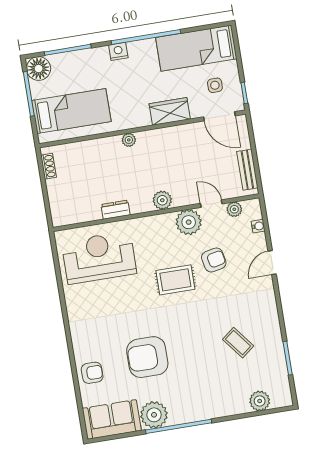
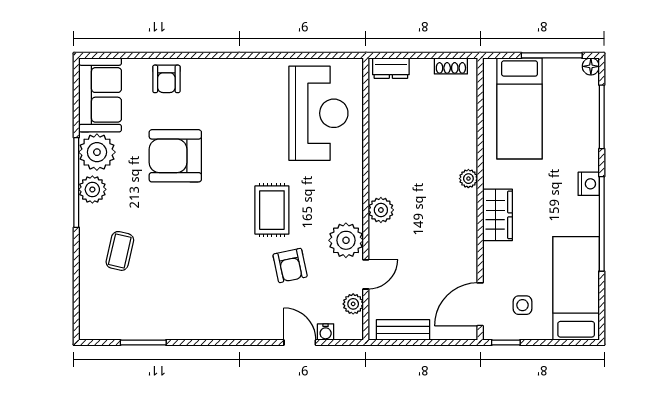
floor lamp: (39, 69) -> (591, 66), width x0.53, depth x0.53
wardrobe: (170, 111) -> (497, 215), moved
dresser: (116, 210) -> (391, 68), moved, turned 90
door: (272, 263) -> (300, 343), moved
coffee table: (238, 343) -> (120, 251), moved, turned -39
armchair: (147, 357) -> (175, 156), turned -90
plant: (260, 401) -> (92, 189), moved

